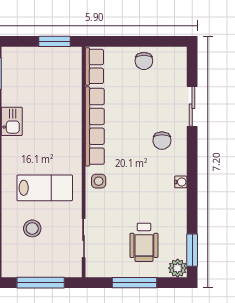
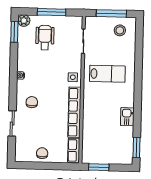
lab bench: (45, 188) -> (107, 74), turned 180
stool: (32, 228) -> (120, 30), moved

